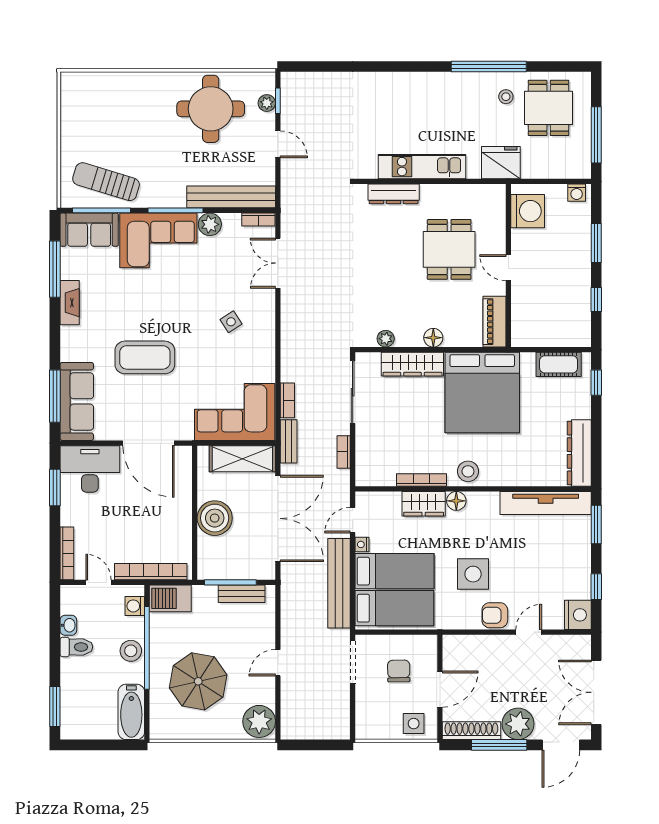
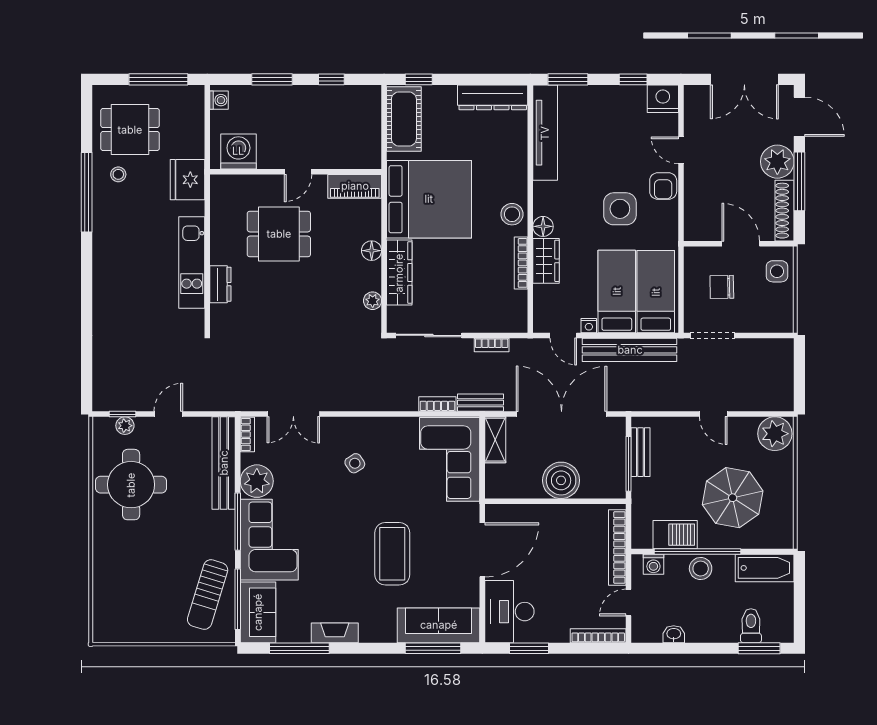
dresser: (394, 194) -> (220, 284), width x0.70
plant: (210, 224) -> (257, 481), width x1.36, depth x1.36
cot: (559, 364) -> (404, 119), width x1.37, depth x1.34
shelving: (242, 459) -> (495, 440), width x0.67, depth x0.75
barbecue: (170, 598) -> (675, 535), moved, turned -90
toilet: (76, 647) -> (751, 626), moved

